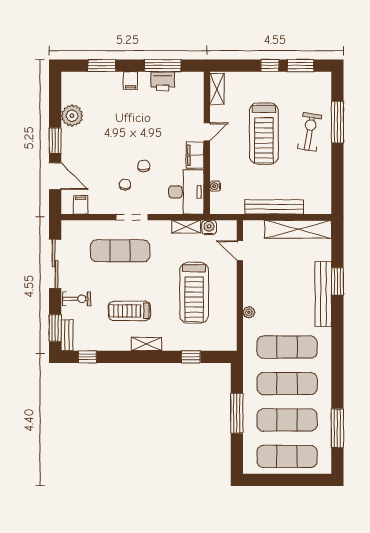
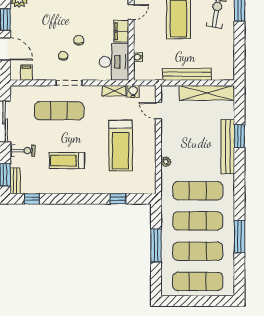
shelving: (146, 344) -> (81, 188), removed
window: (337, 428) -> (239, 236), moved

